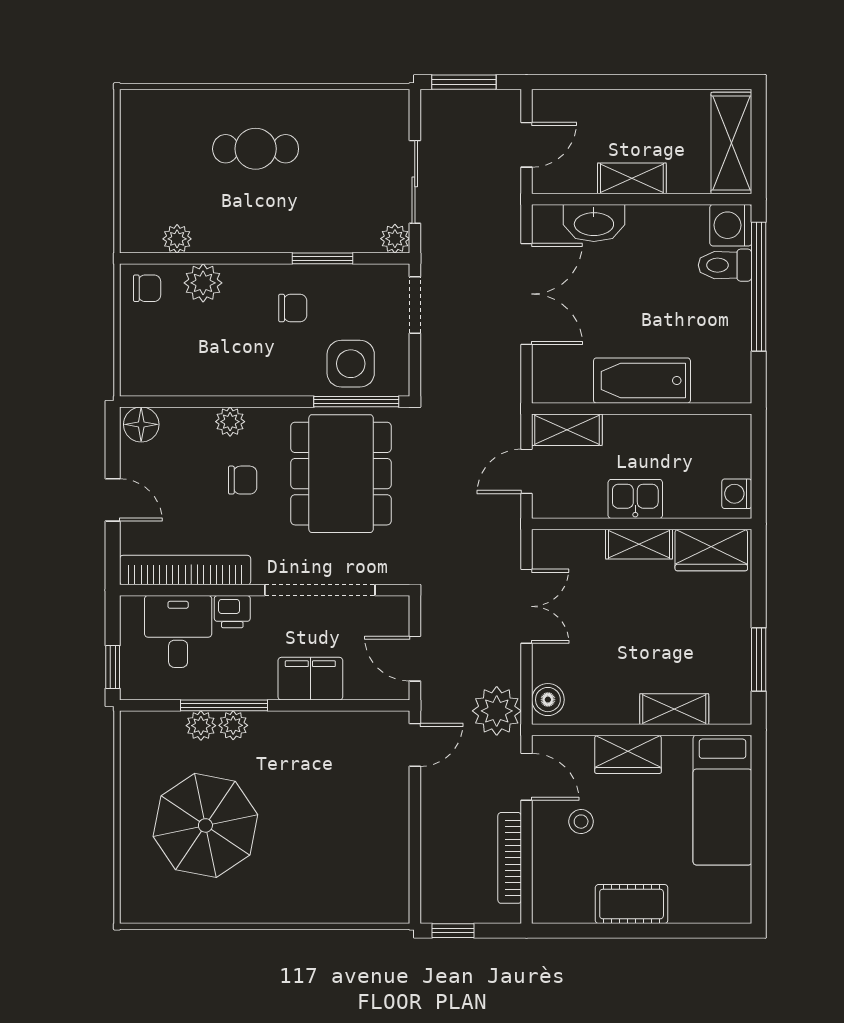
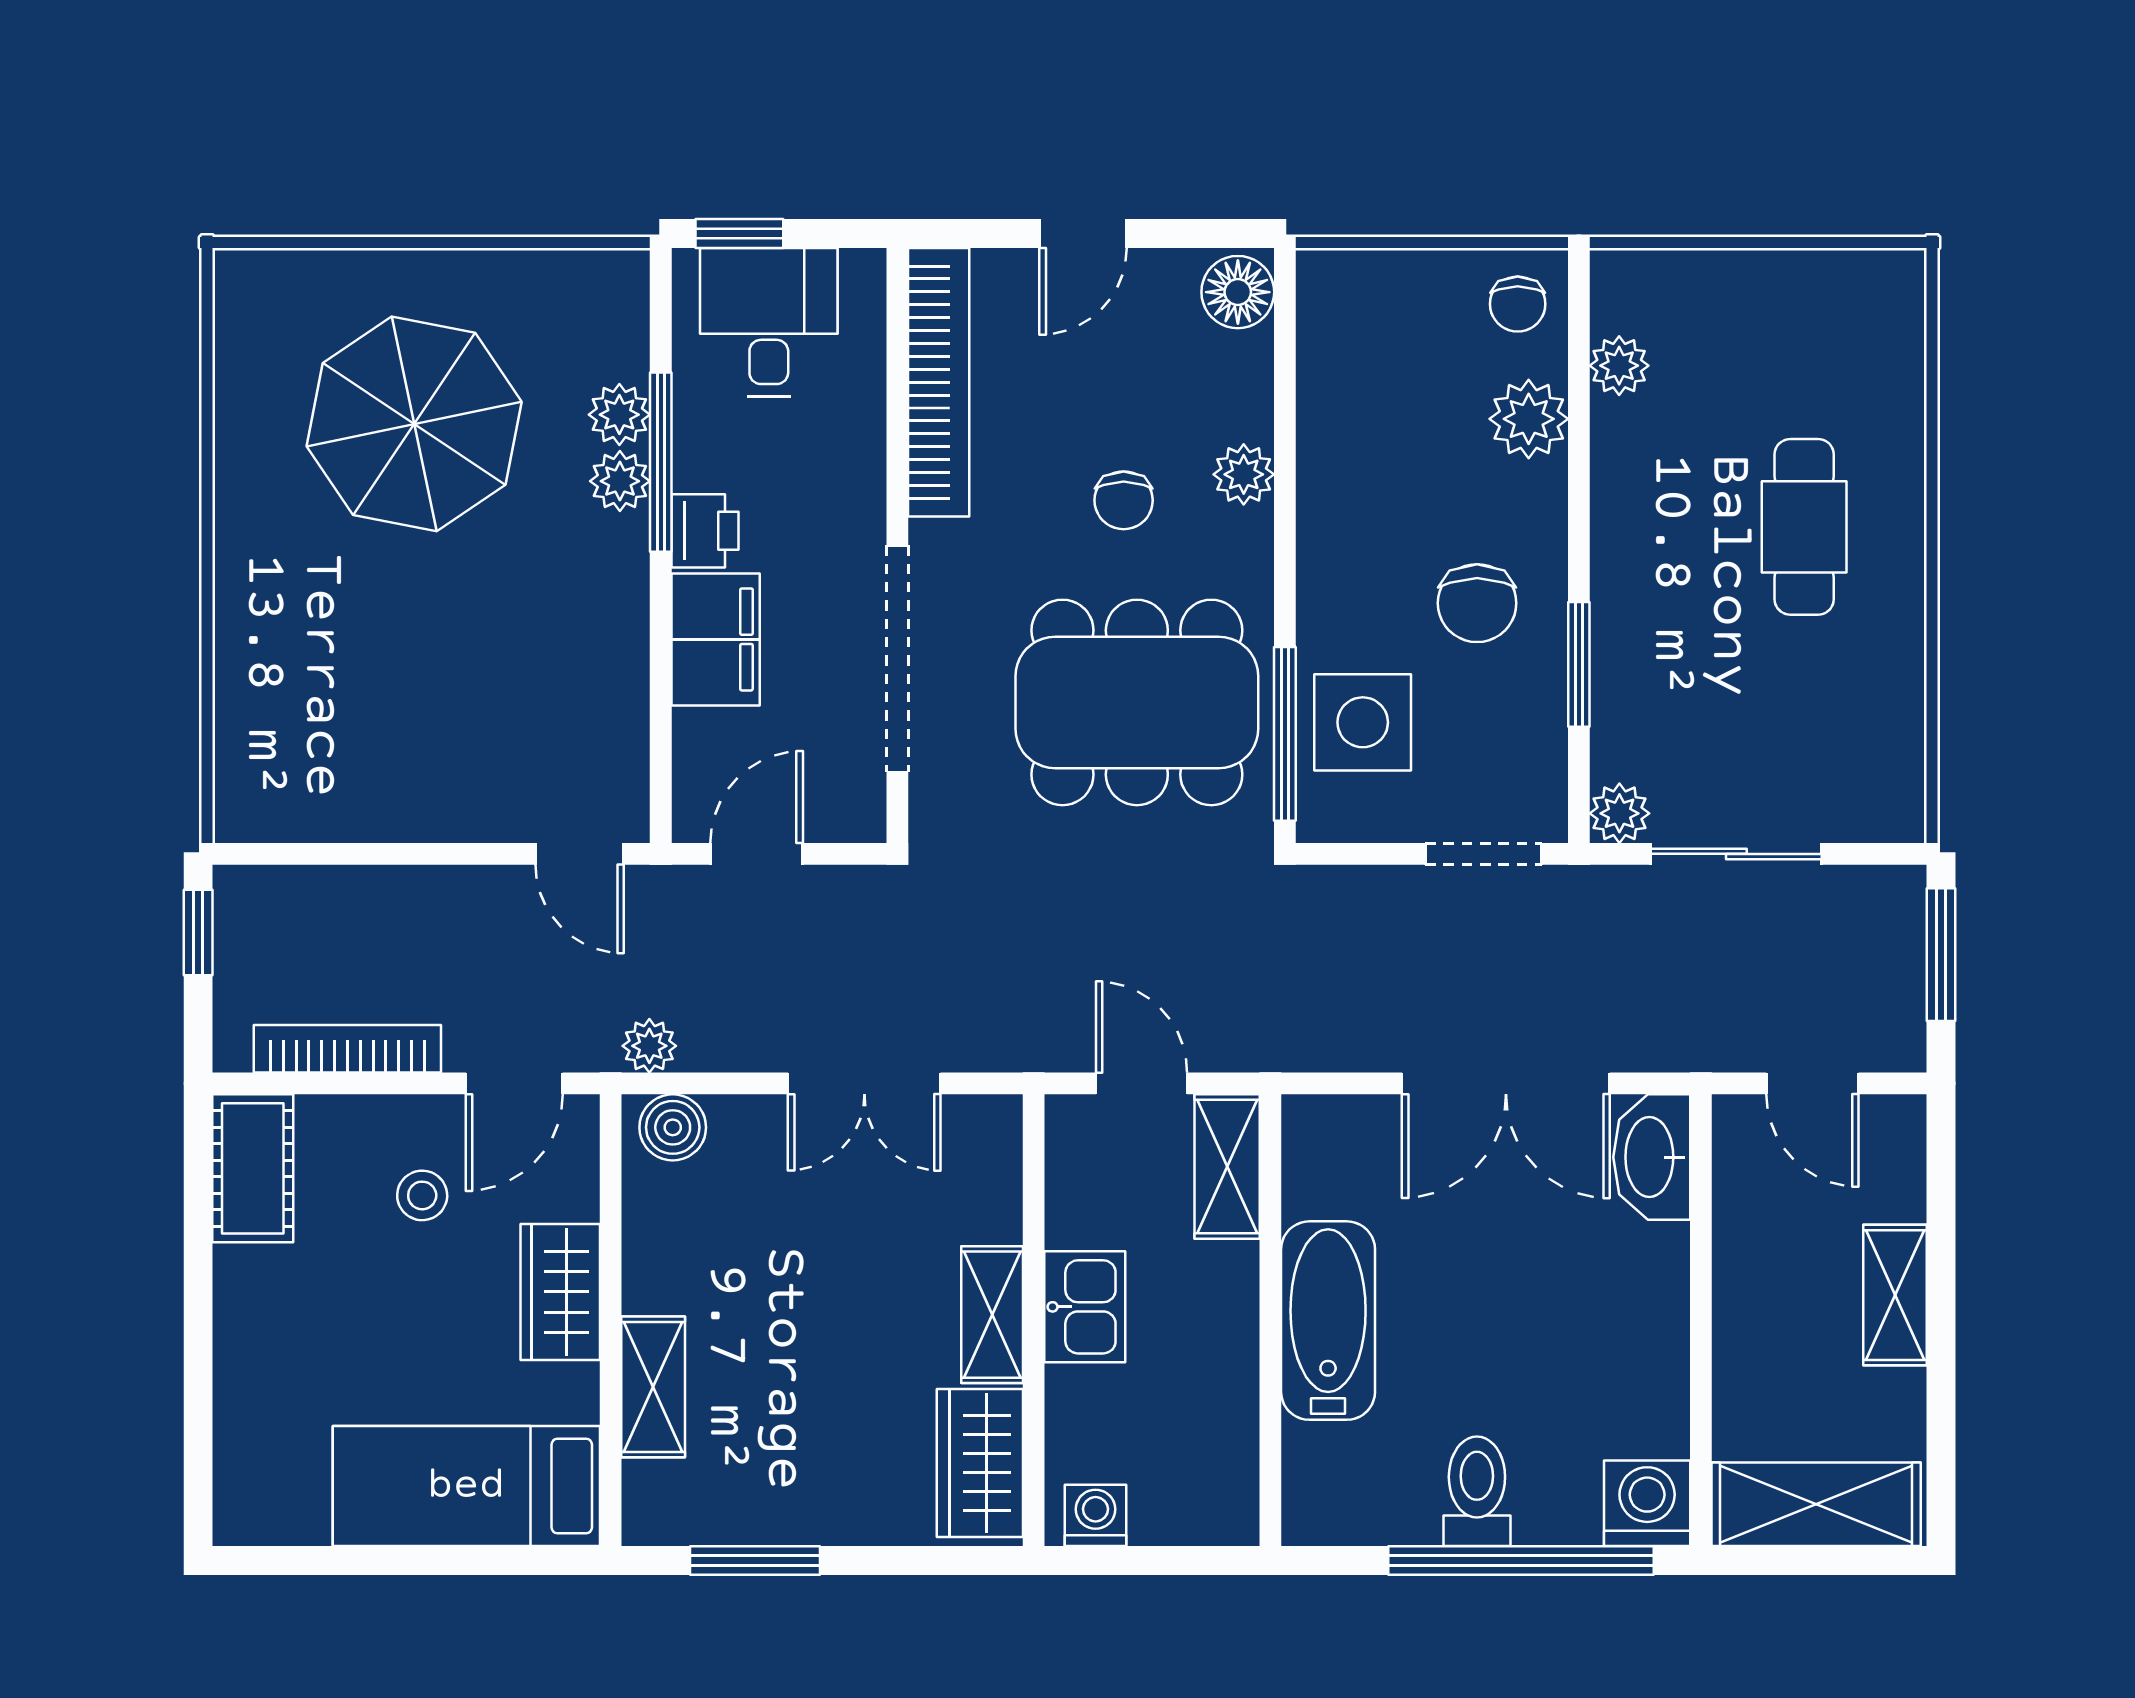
shelving: (632, 178) -> (1895, 1295), moved
washbasin: (594, 223) -> (1652, 1157), moved
toilet: (725, 265) -> (1477, 1491), moved
chair: (293, 308) -> (1477, 603), width x1.37, depth x1.37
printer: (232, 612) -> (705, 531), moved, turned 180
desk: (178, 631) -> (769, 322), moved, turned -90
plant: (497, 711) -> (649, 1046), width x0.53, depth x0.53
cot: (632, 904) -> (253, 1168), moved

